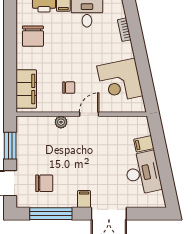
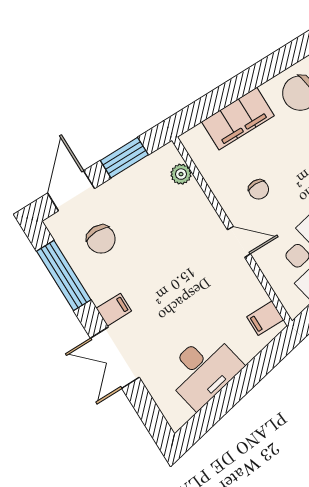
filing cabinet: (26, 89) -> (238, 119), moved
plant: (61, 122) -> (181, 174), moved
filing cabinet: (144, 144) -> (265, 318), moved, turned -78

